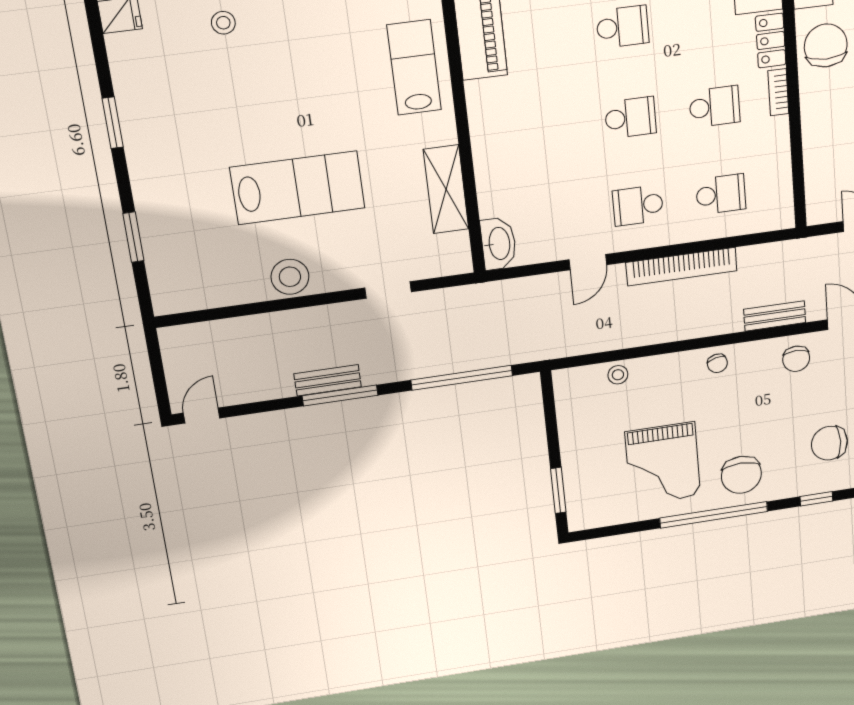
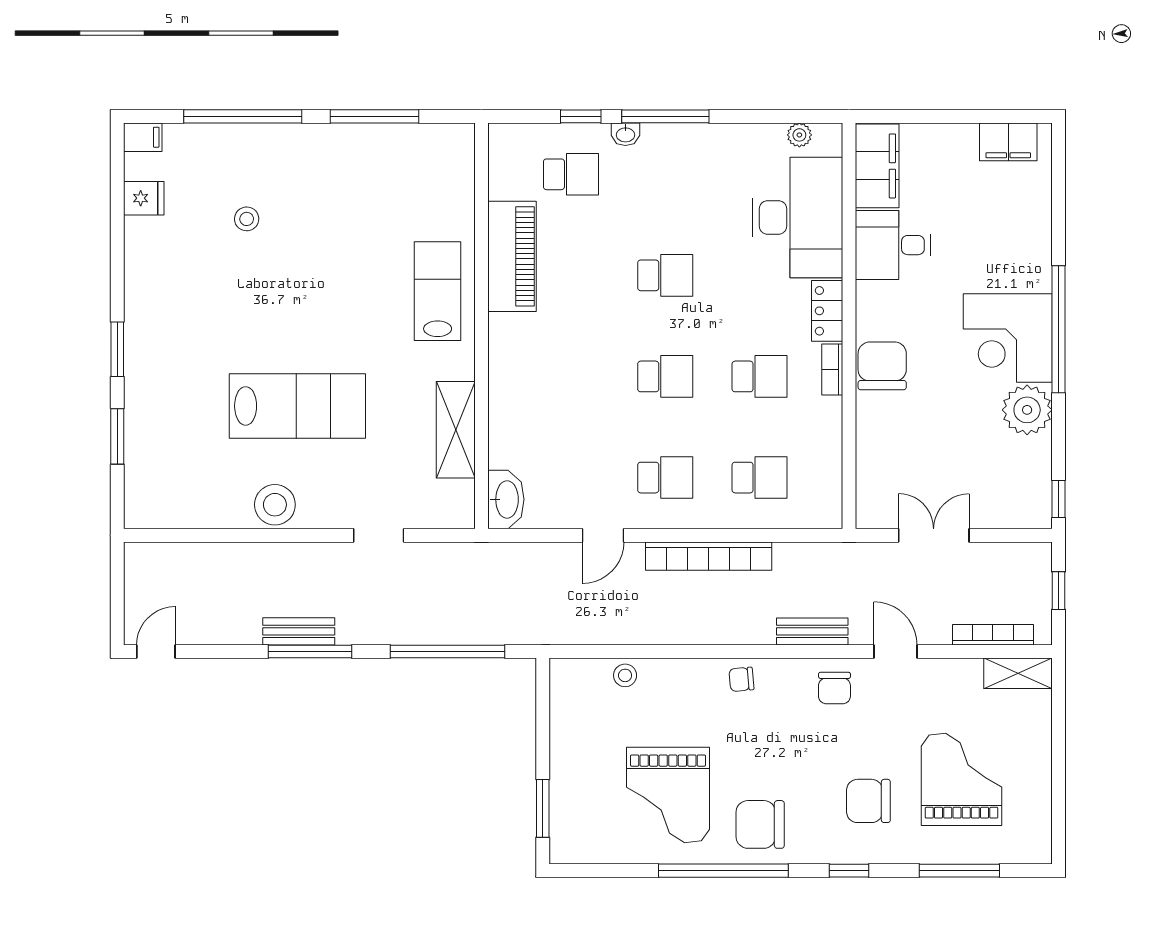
chair: (826, 46) -> (882, 366), moved
window: (113, 123) -> (117, 349), moved
school desk: (638, 205) -> (665, 478), turned 180
chair: (717, 363) -> (741, 679), turned 98
chair: (741, 475) -> (760, 824), turned 90

